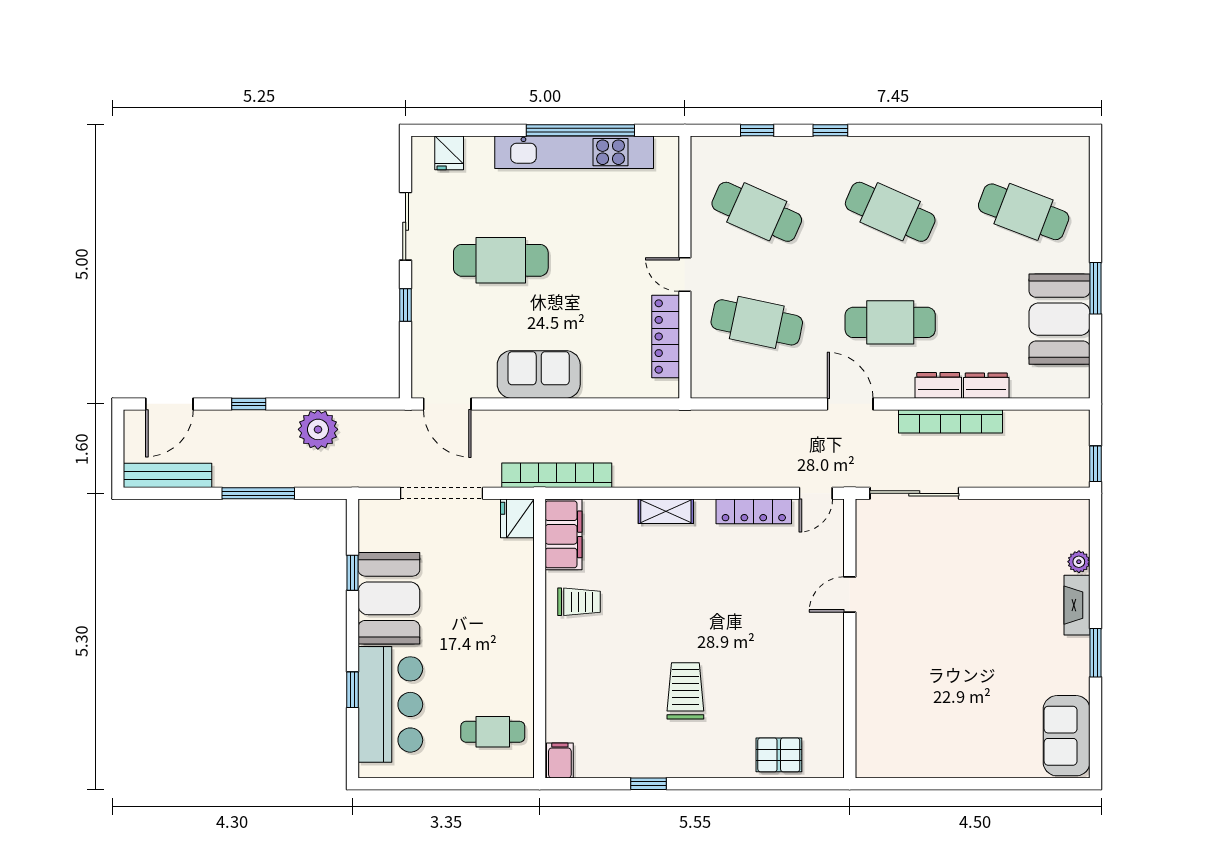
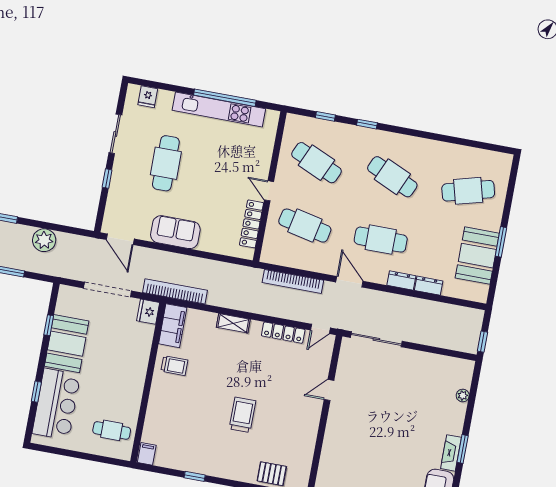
cafe table: (1024, 212) -> (468, 191), turned -36
cafe table: (501, 260) -> (166, 163), turned 90
bookcase: (951, 421) -> (293, 281), moved
fireplace: (1077, 605) -> (451, 453), moved
trolley: (685, 691) -> (242, 415), moved

